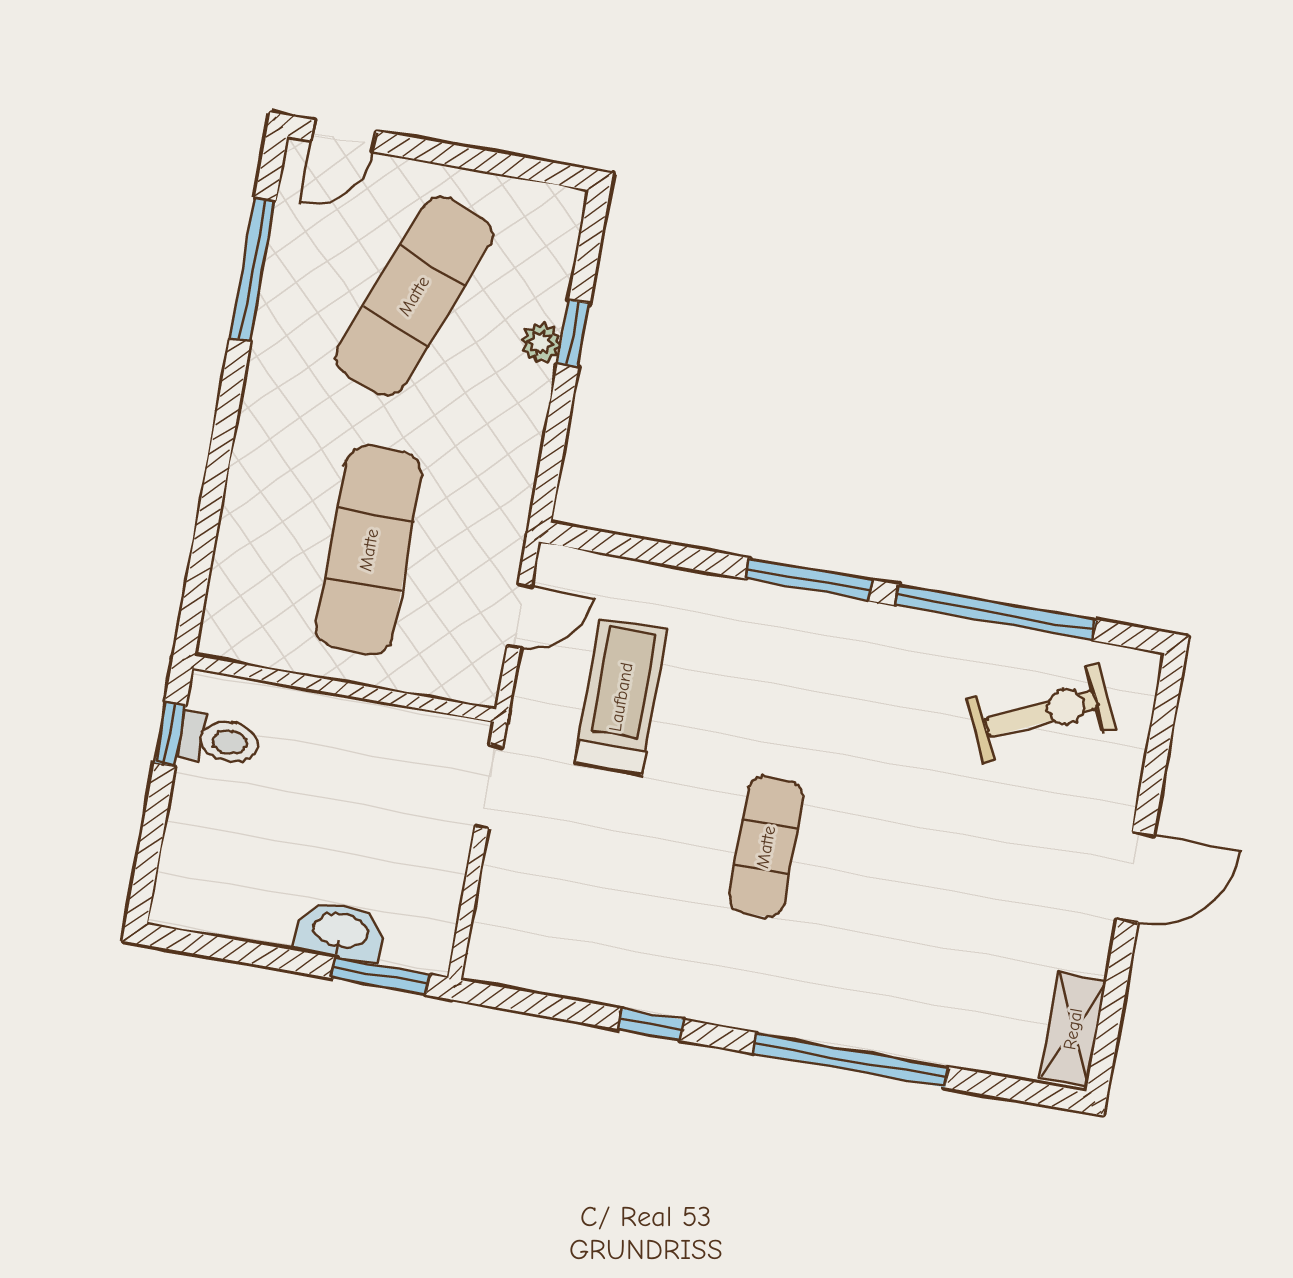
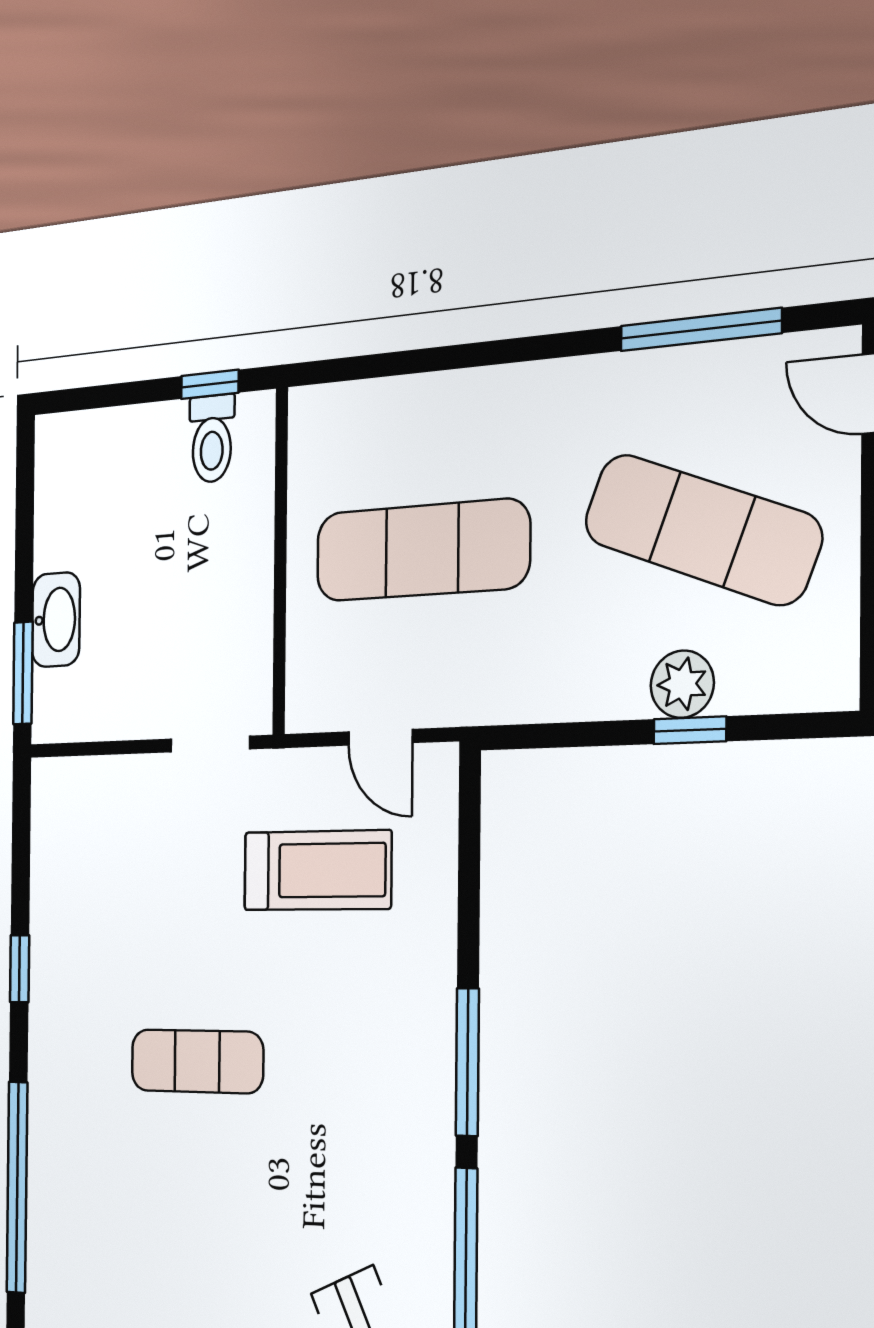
plant: (541, 343) -> (682, 684), width x1.38, depth x1.38

